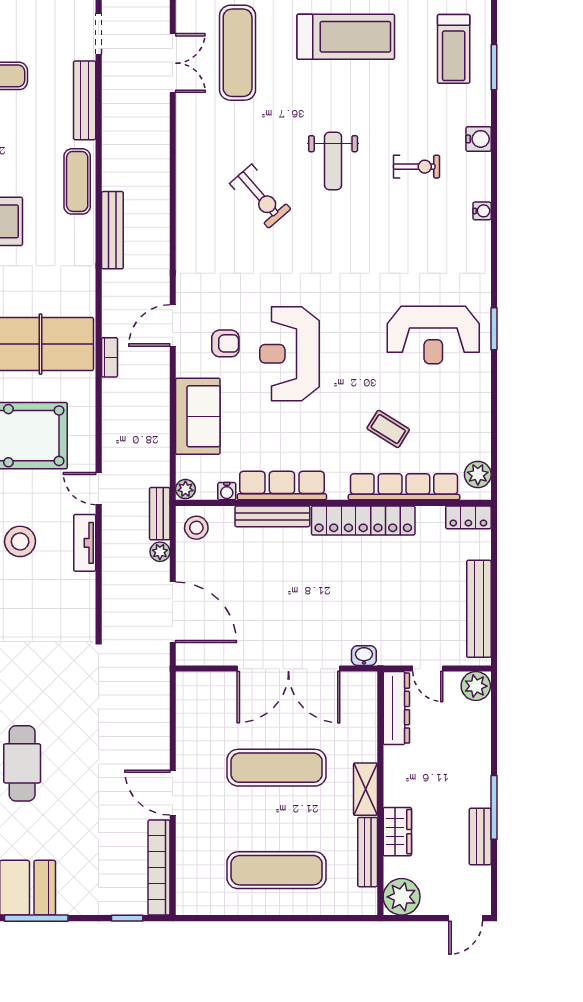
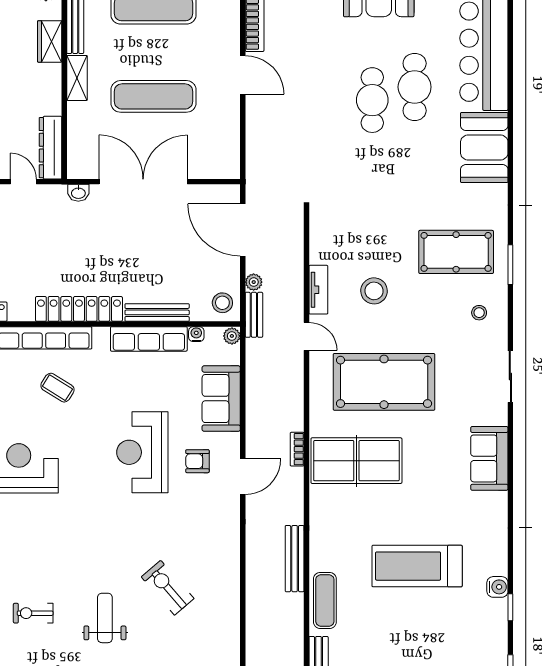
reception desk: (290, 354) -> (142, 452), turned 180

